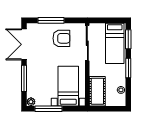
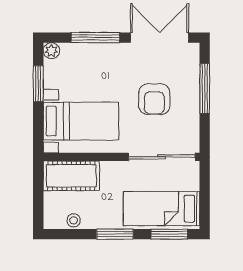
armchair: (61, 38) -> (154, 99), moved
window: (48, 109) -> (38, 84), width x0.69

